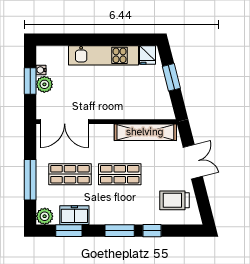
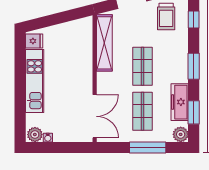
window: (171, 77) -> (54, 19), removed
window: (30, 81) -> (58, 147), removed
plant: (44, 84) -> (35, 135), moved
freezer: (74, 215) -> (180, 102), width x1.40
window: (152, 231) -> (194, 20), moved

